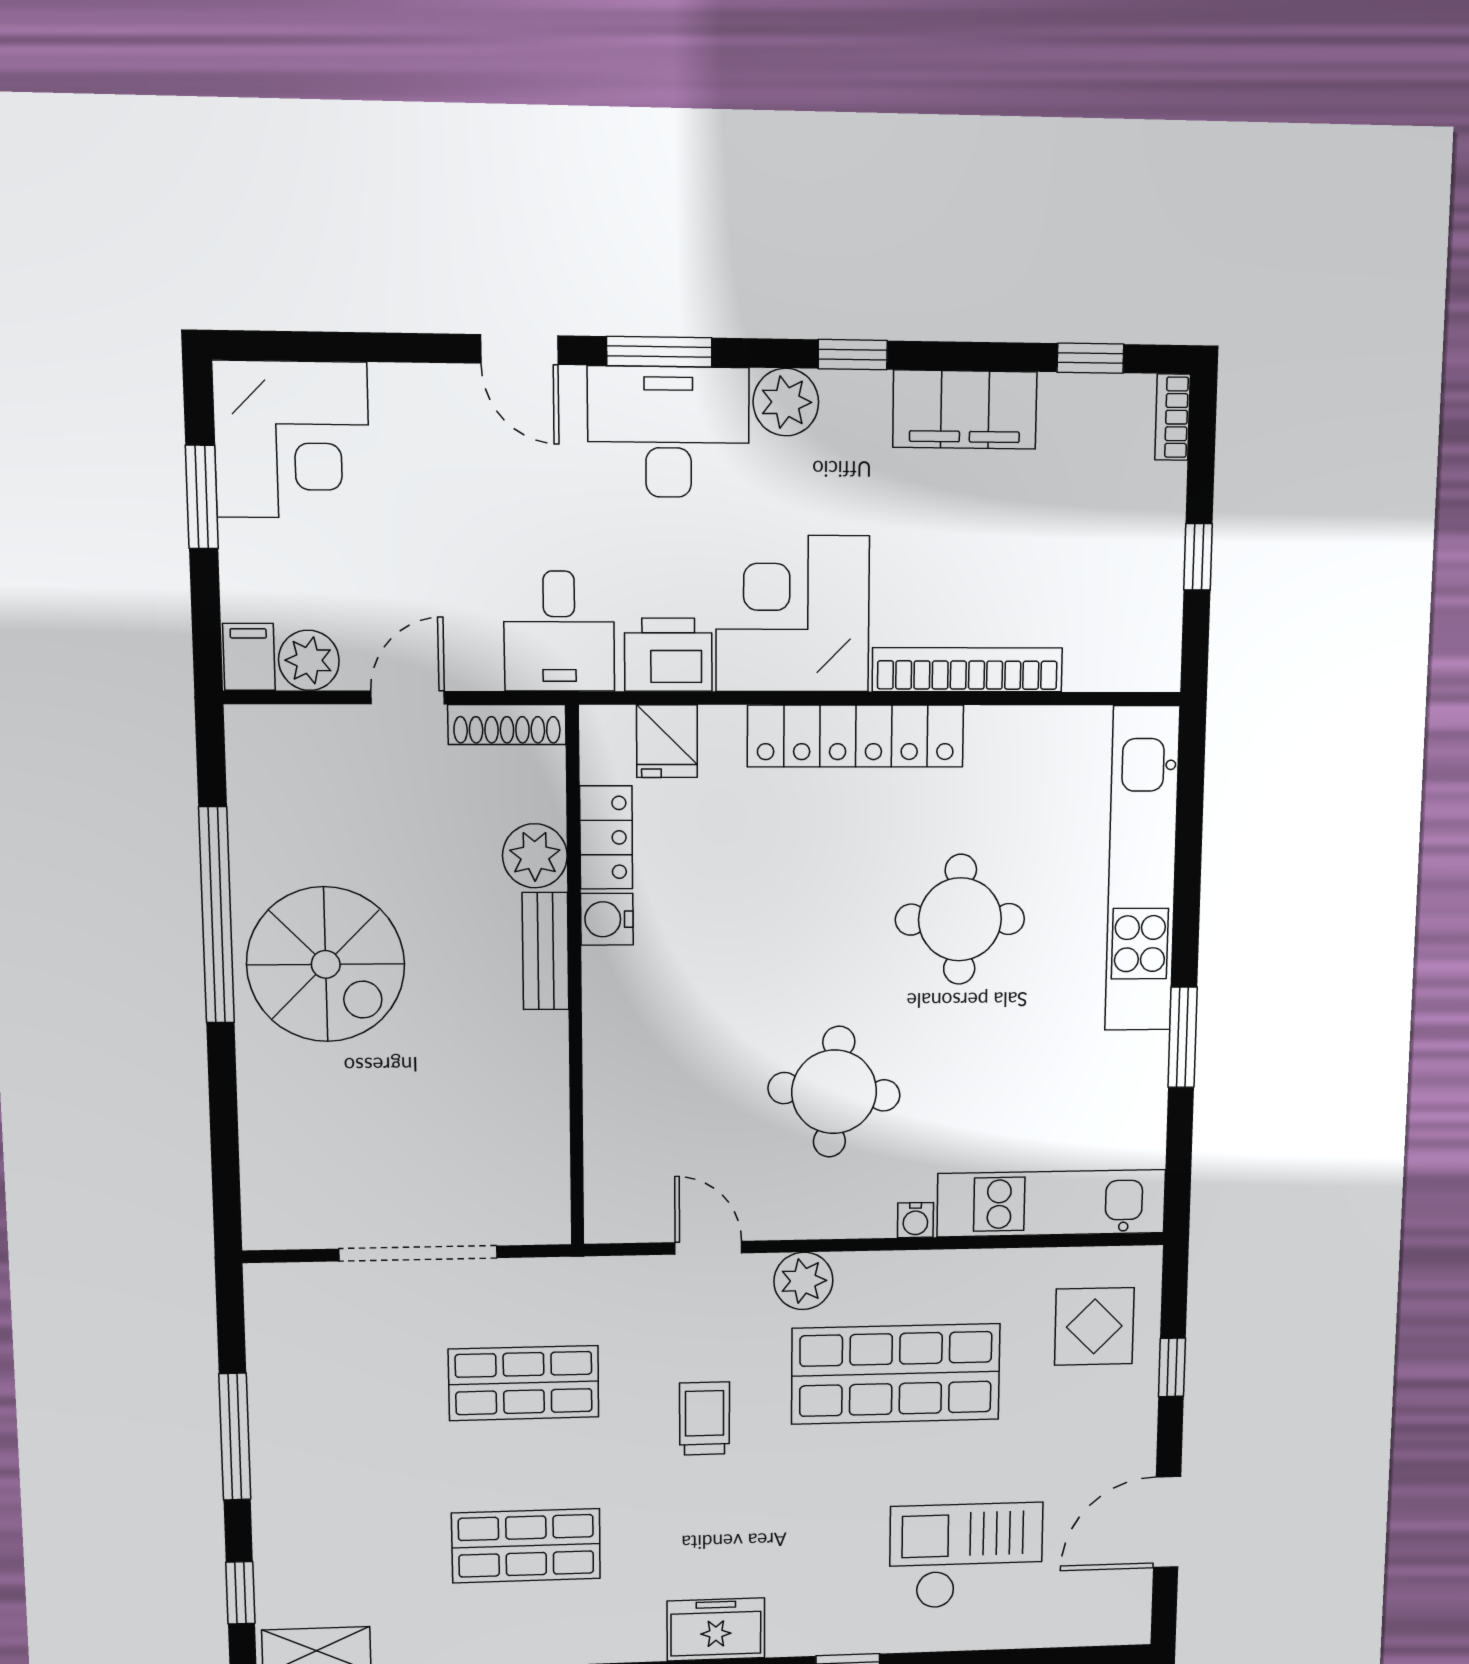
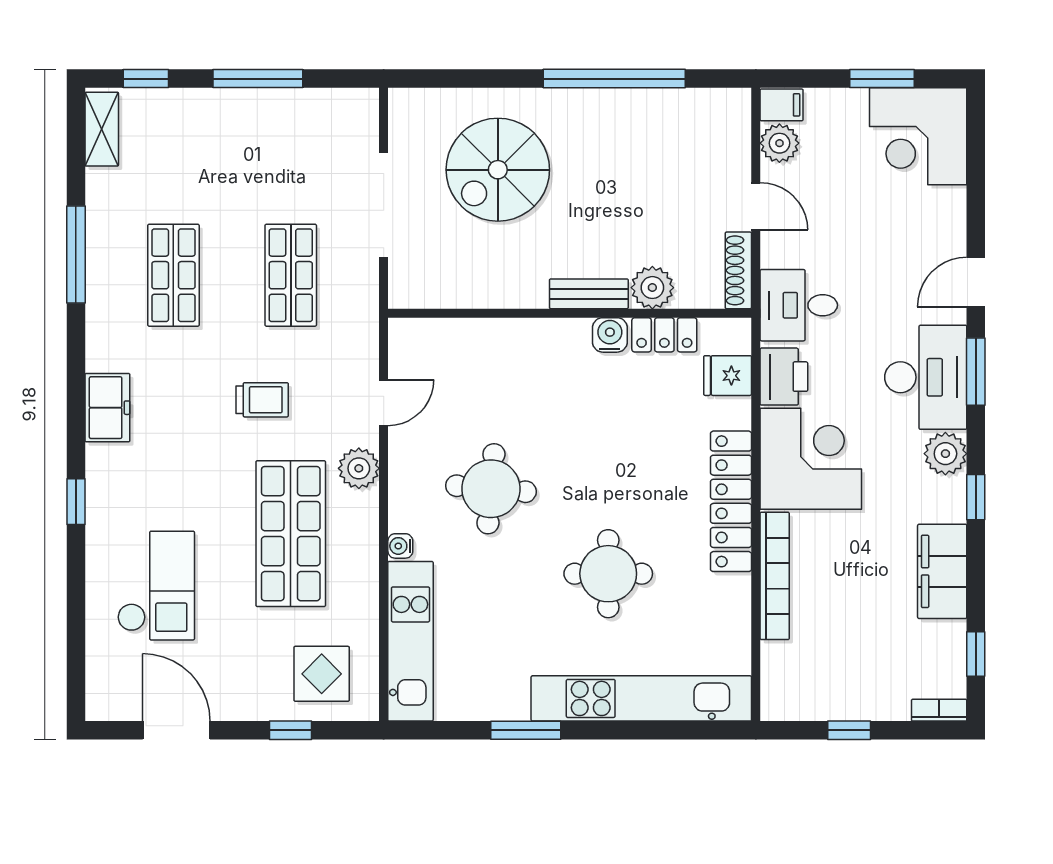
spiral stairs: (326, 964) -> (498, 170), moved

